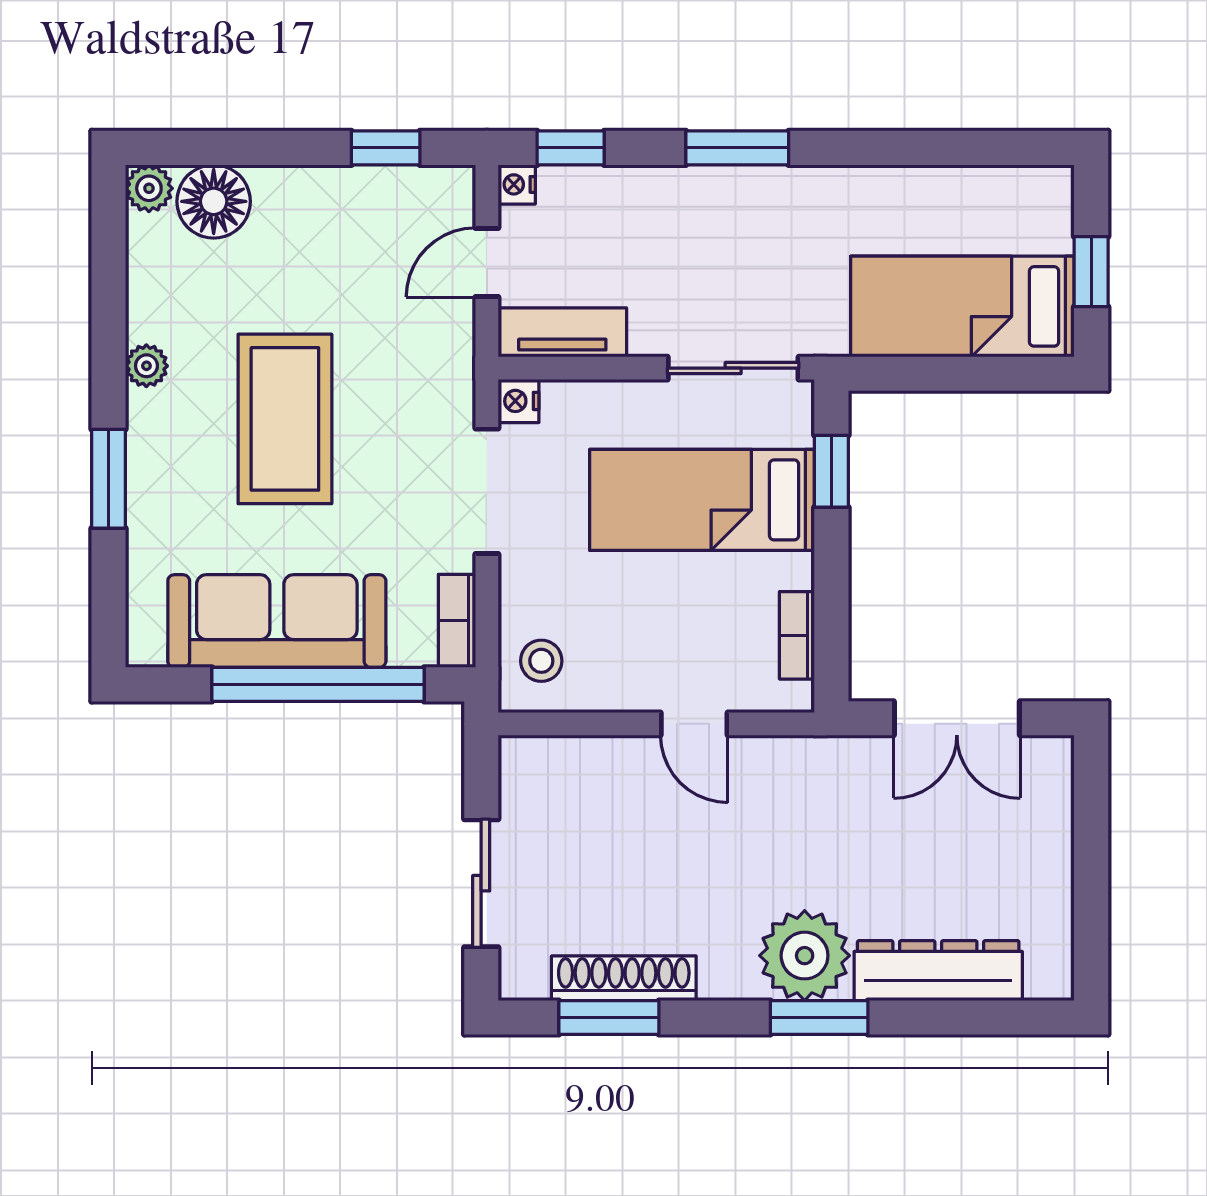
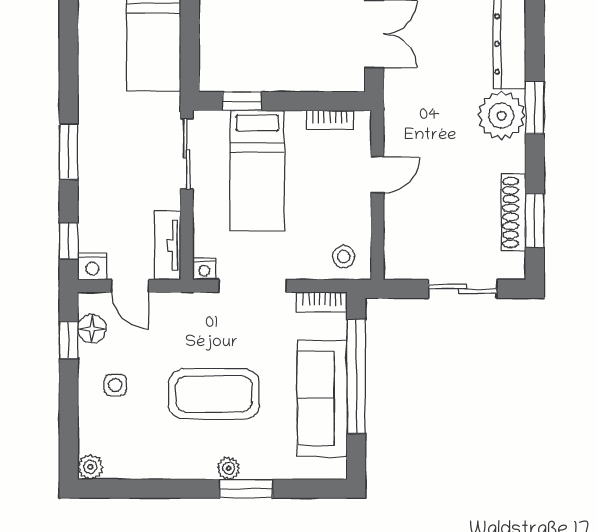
nightstand: (517, 184) -> (92, 266), width x1.39, depth x1.35
floor lamp: (214, 201) -> (92, 329), moved, width x0.73, depth x0.73
side table: (302, 235) -> (115, 385), added
plant: (146, 366) -> (229, 468), moved

